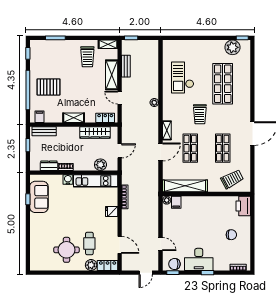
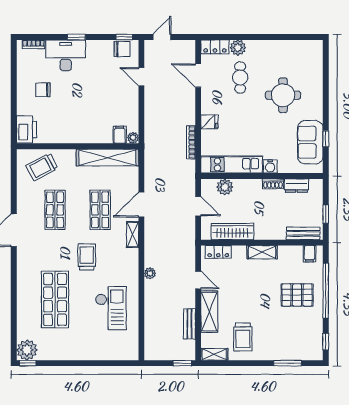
plant: (232, 47) -> (27, 350), moved
trolley: (87, 57) -> (243, 337), turned 180
door: (120, 151) -> (198, 206), swing flipped
round table: (67, 250) -> (283, 95), moved
desk: (199, 259) -> (66, 55), moved

